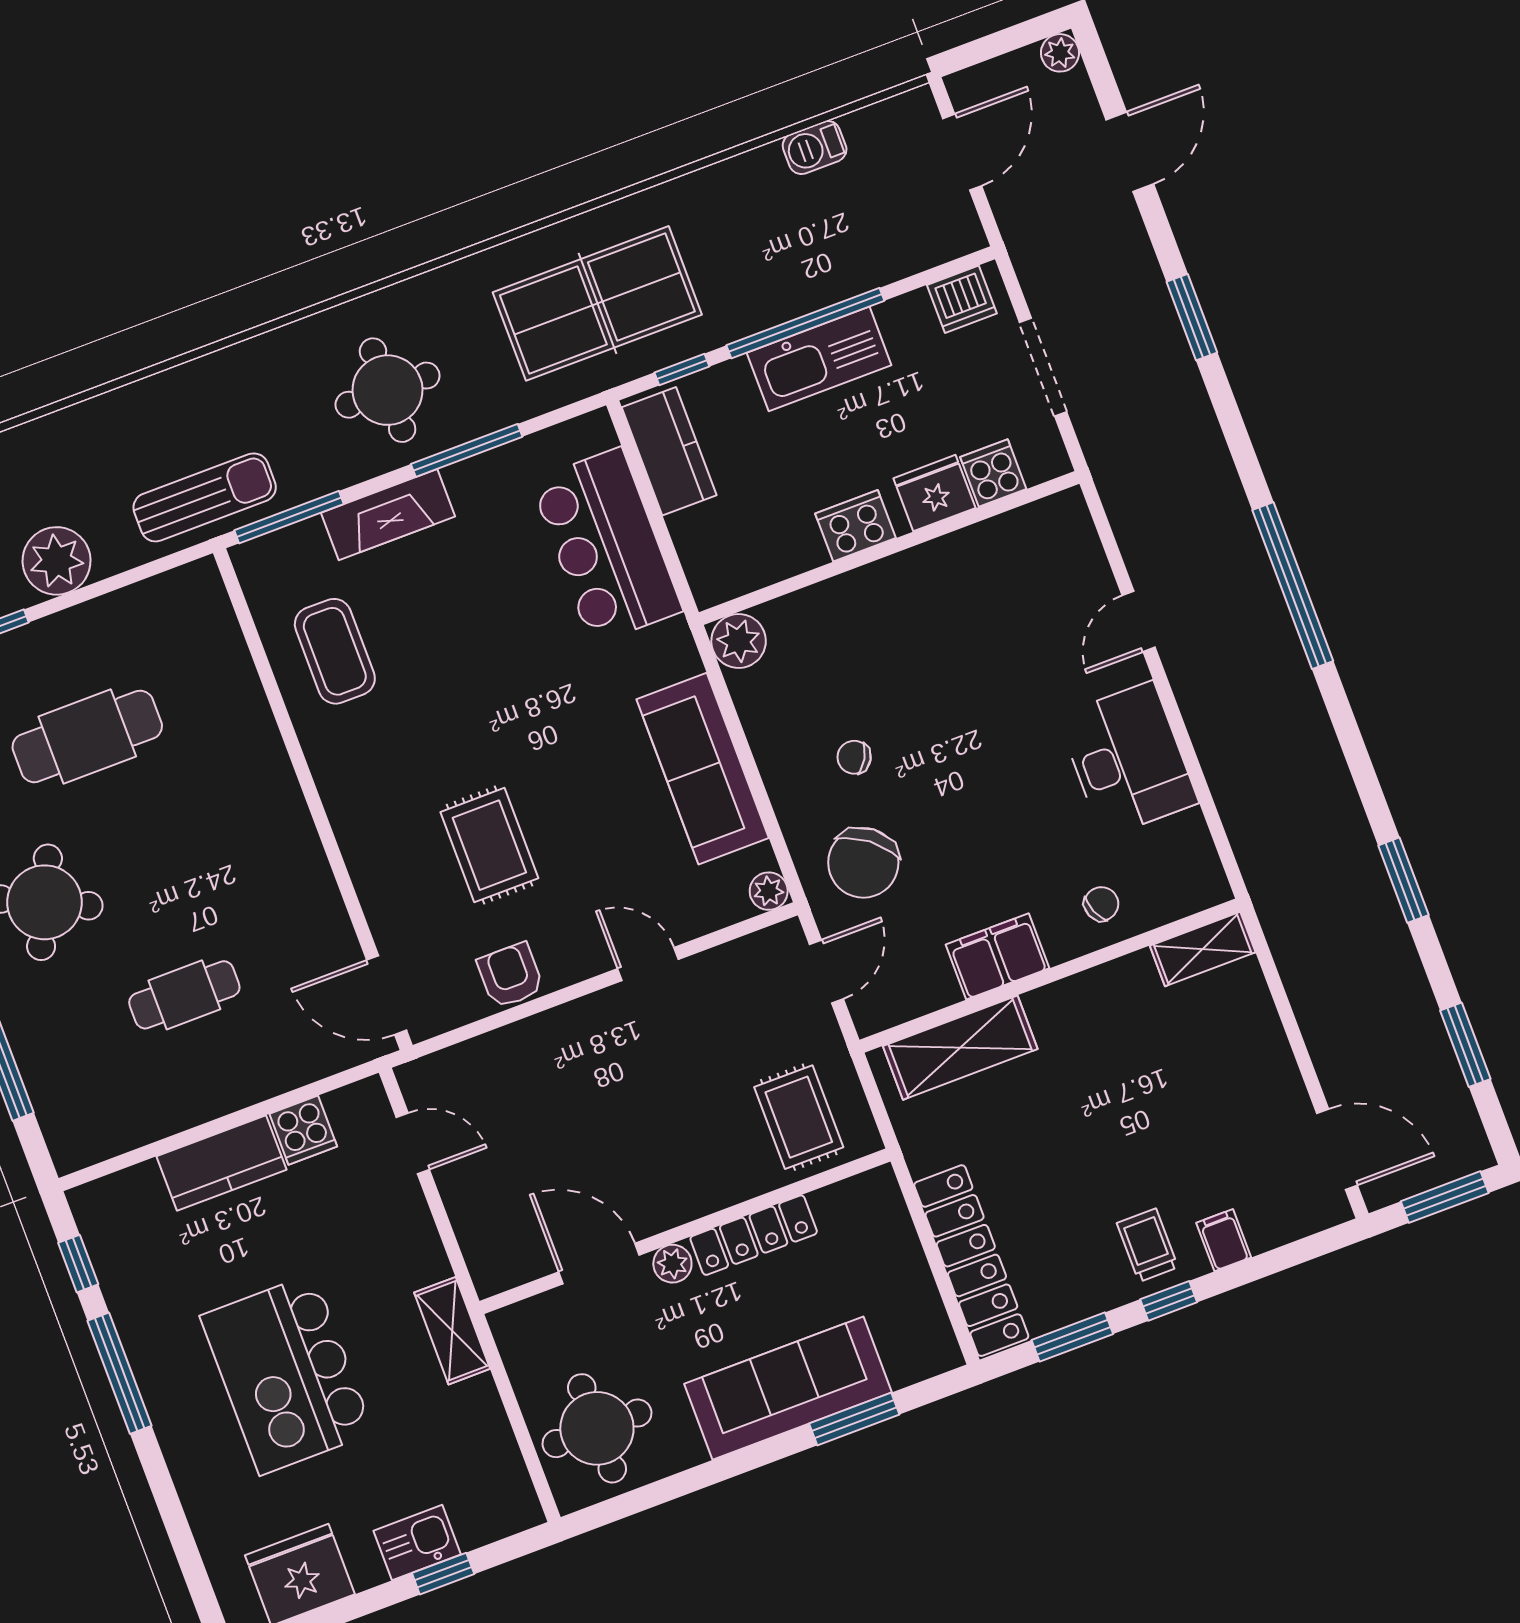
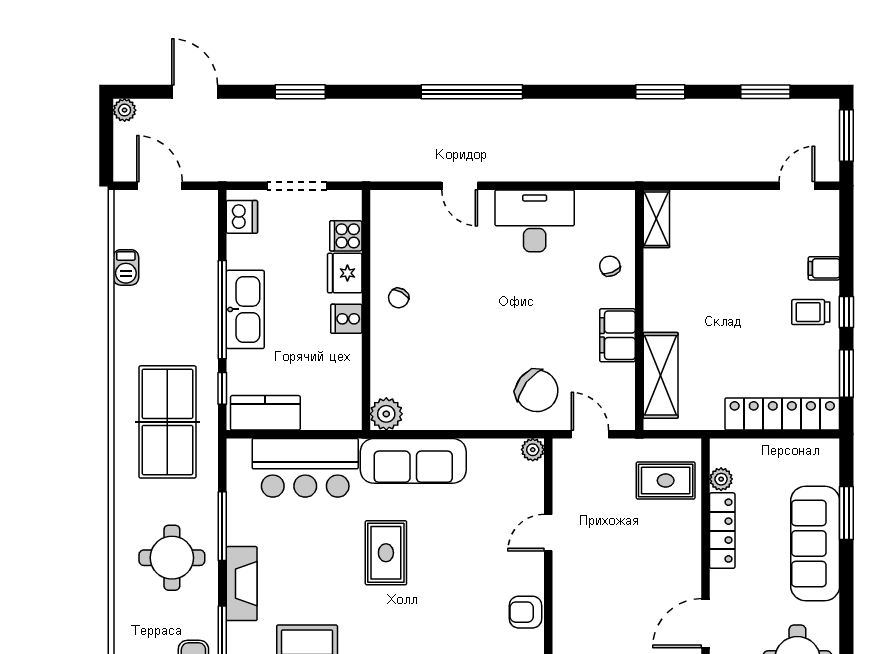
cooker: (856, 526) -> (346, 319), width x0.73
chair: (854, 757) -> (399, 298), moved
sofa: (703, 769) -> (413, 461), moved
rug: (489, 845) -> (386, 553), moved, turned 90
door: (1337, 1149) -> (797, 186), width x0.73
plant: (672, 1264) -> (721, 479), moved

